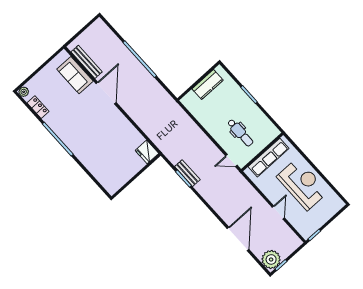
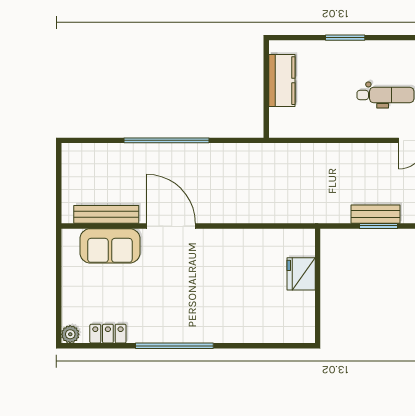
fridge: (147, 152) -> (301, 274), moved, turned 90

